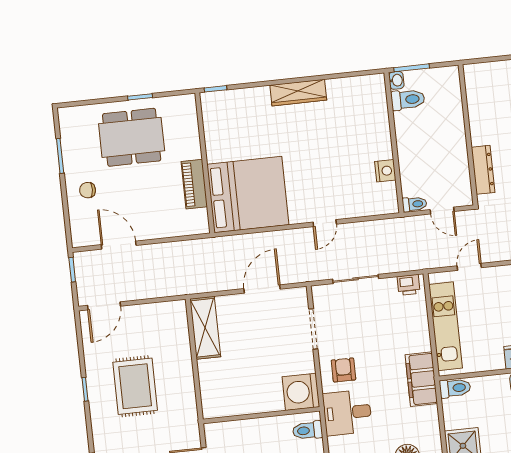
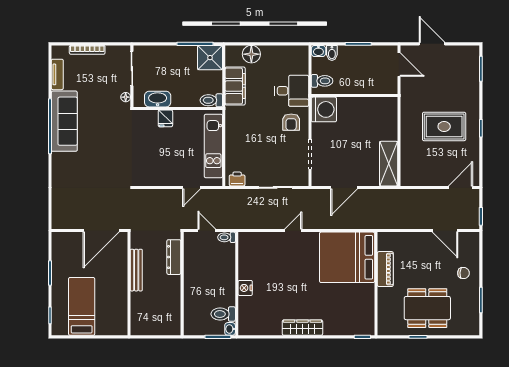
nightstand: (385, 171) -> (245, 288), moved
filing cabinet: (421, 379) -> (235, 86), moved
rug: (135, 386) -> (444, 126), turned 90

